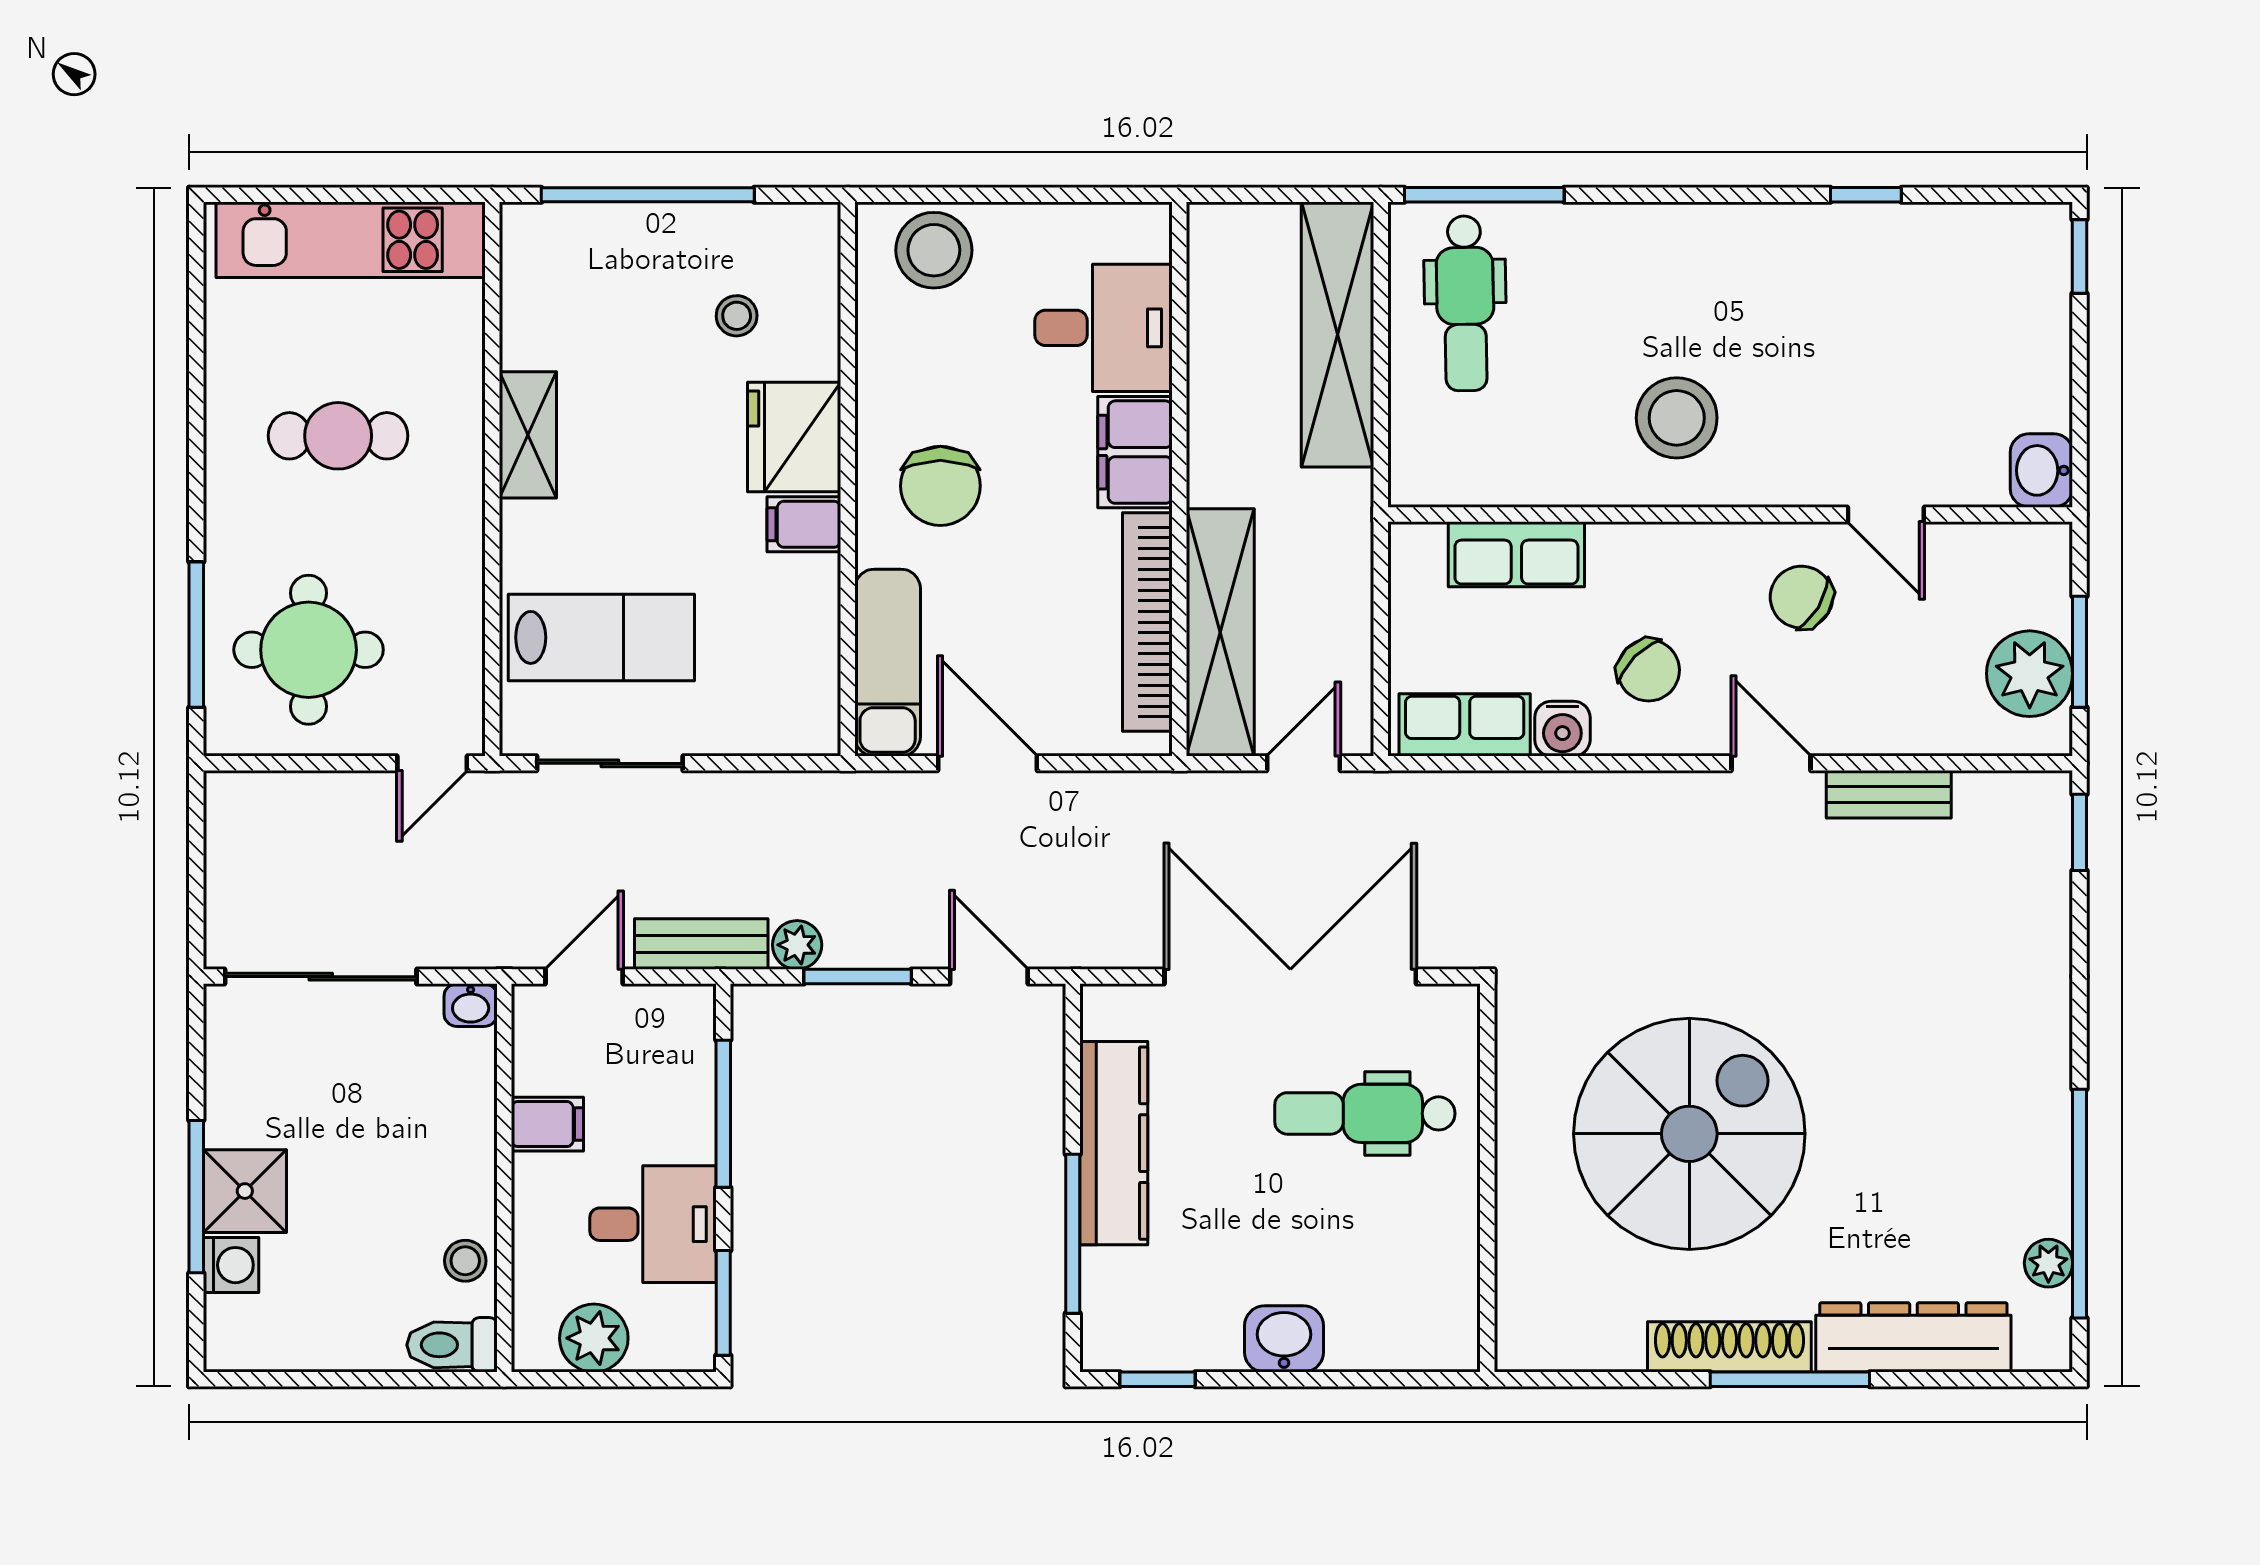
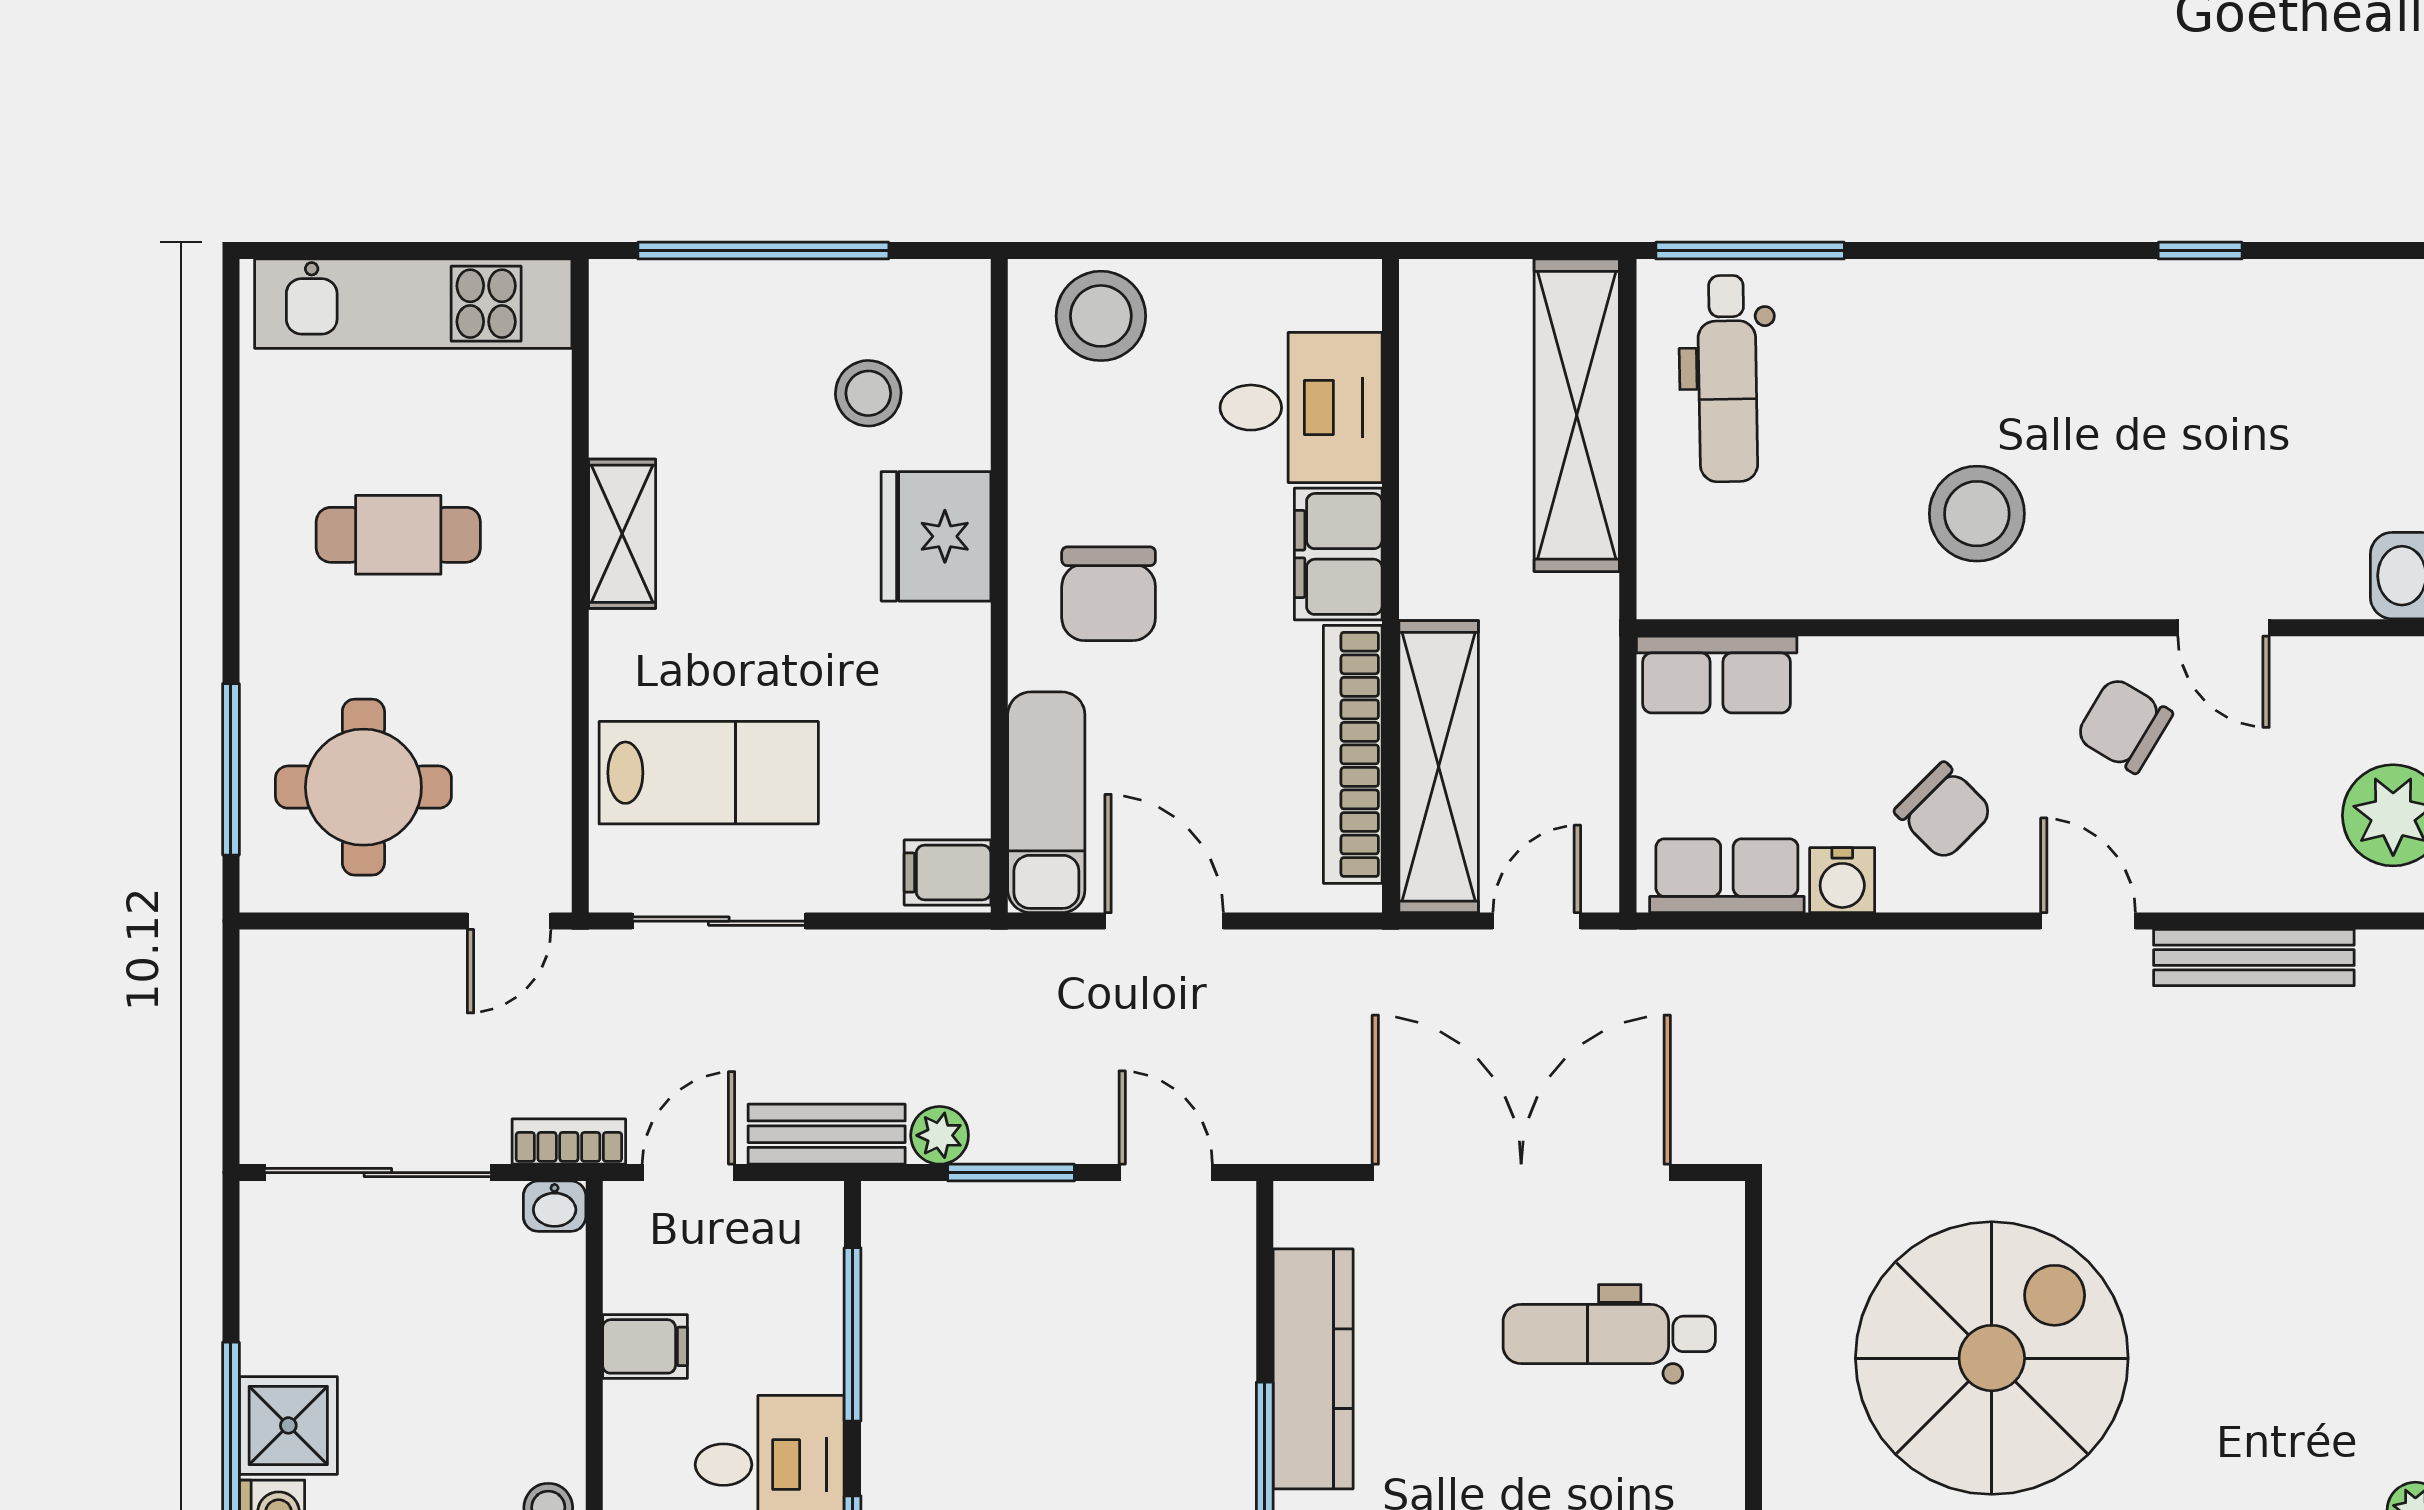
stool: (737, 316) -> (868, 393), width x1.37, depth x1.37
filing cabinet: (804, 524) -> (947, 873), moved
row of seats: (1516, 554) -> (1717, 674), moved
bench: (1889, 794) -> (2254, 958), width x1.36
bookcase: (483, 950) -> (569, 1141), added

